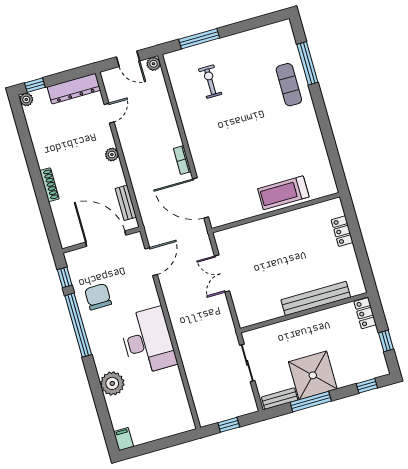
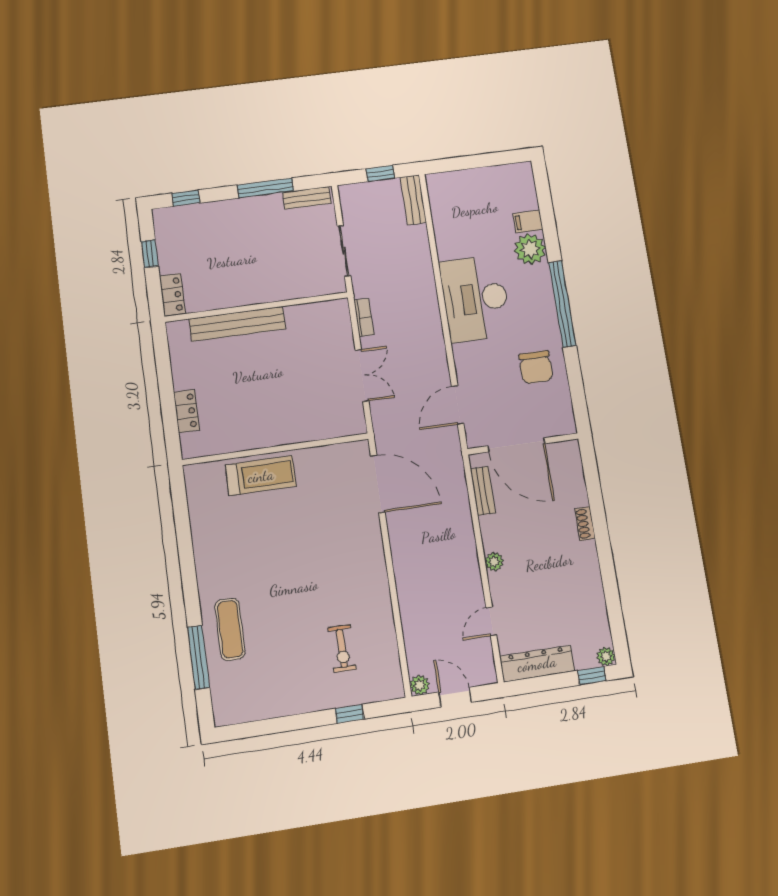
window: (199, 39) -> (349, 714), width x0.46
bookcase: (182, 160) -> (364, 317), moved
shoe rack: (49, 185) -> (585, 524), width x0.70
window: (65, 277) -> (579, 400), removed
window: (78, 325) -> (562, 304), moved
shower: (313, 375) -> (257, 222), removed
bench: (202, 408) -> (413, 200), added
filing cabinet: (124, 439) -> (528, 222), moved, turned 90

